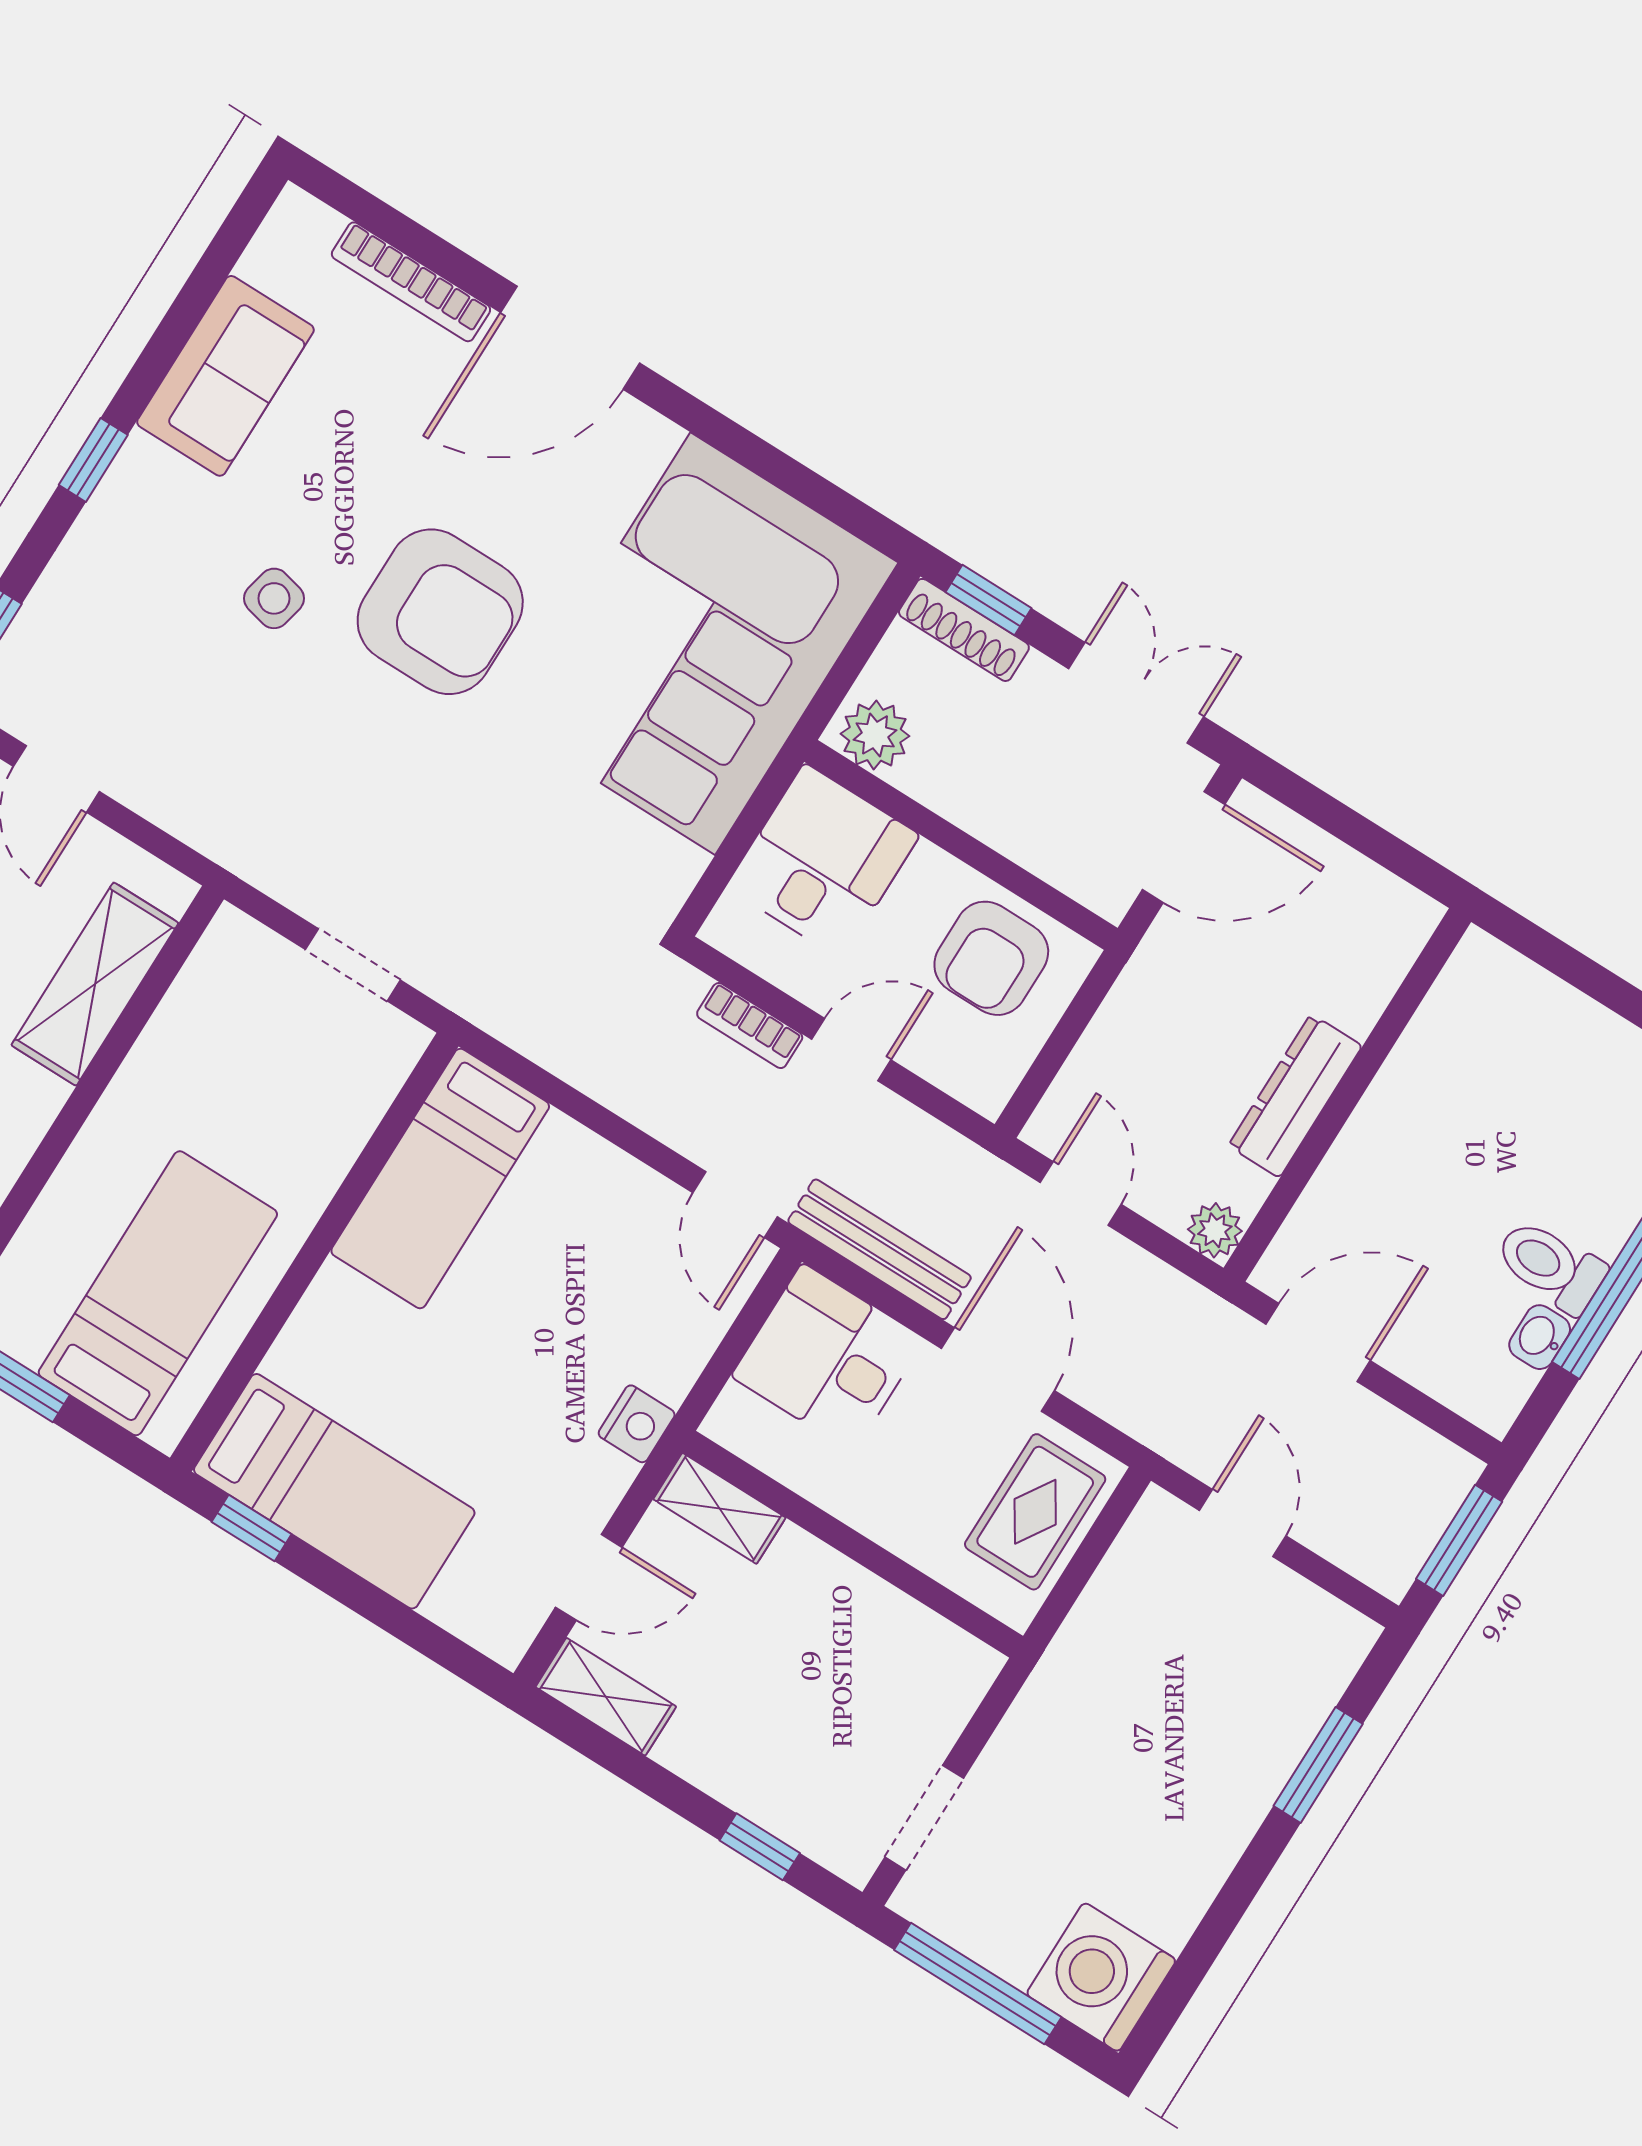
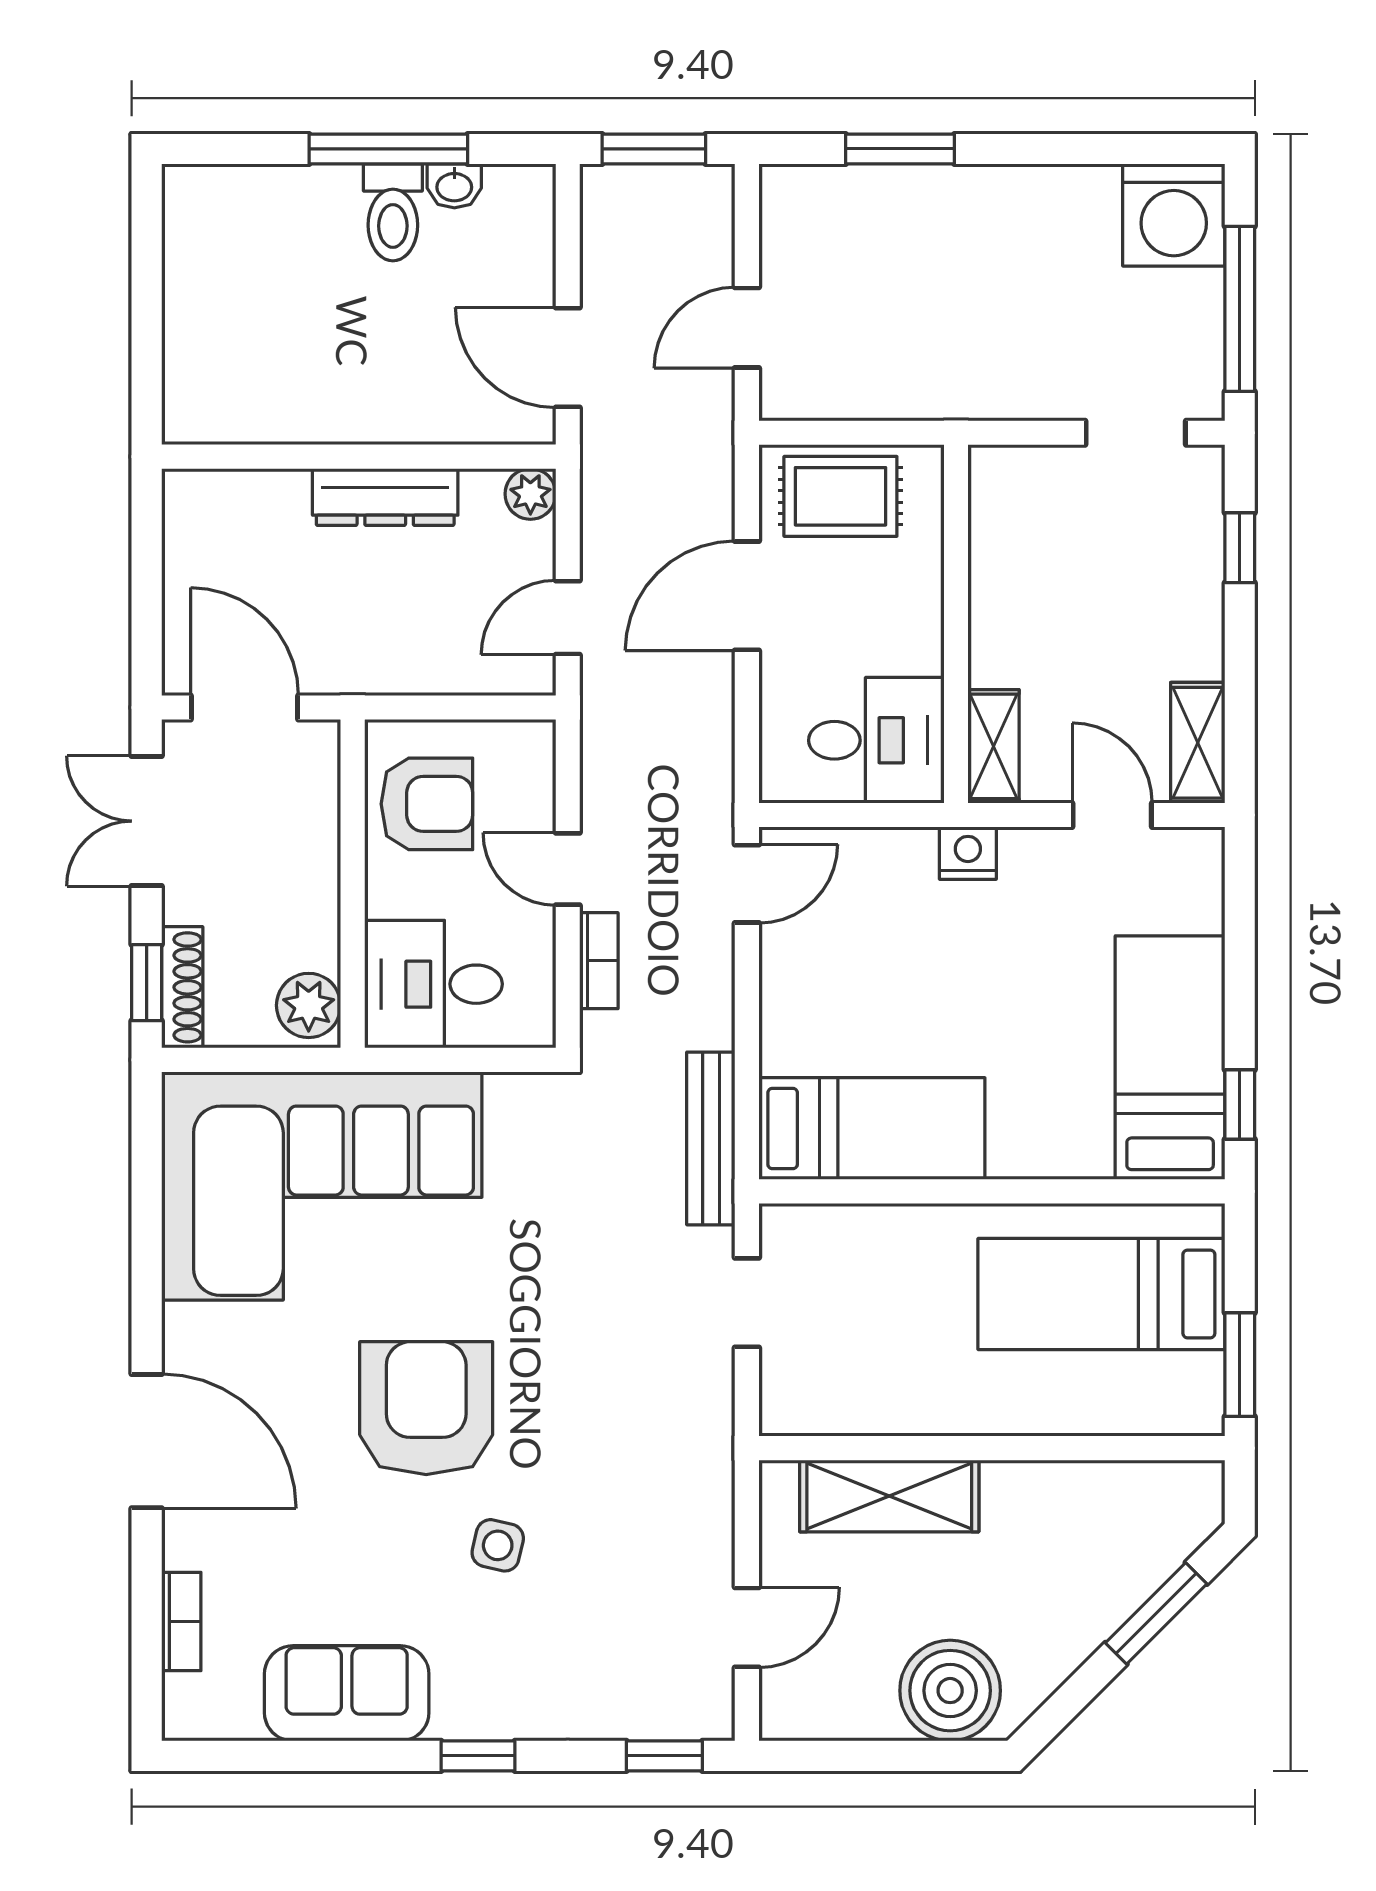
bookcase: (411, 282) -> (181, 1621), width x0.64
bench: (880, 1249) -> (711, 1138), moved
desk: (828, 1358) -> (876, 740), moved, turned -90

